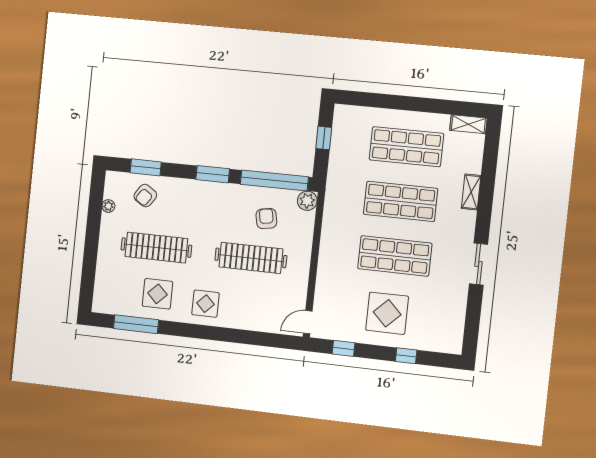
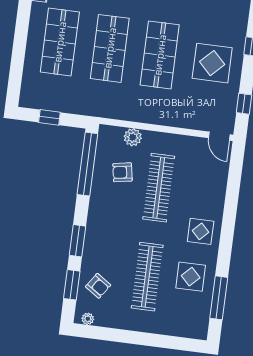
window: (213, 174) -> (77, 241), moved
plant: (307, 201) -> (133, 137), moved
plant: (108, 206) -> (88, 319), moved

